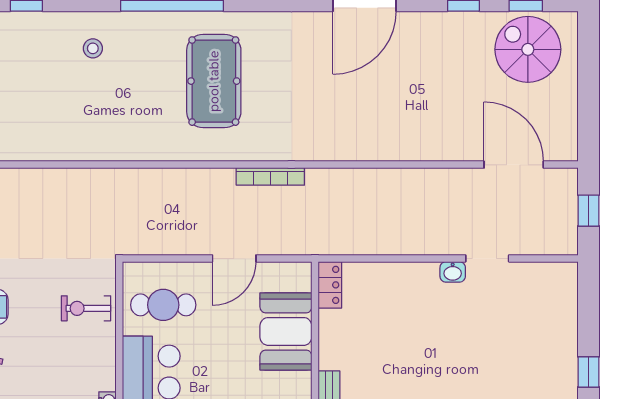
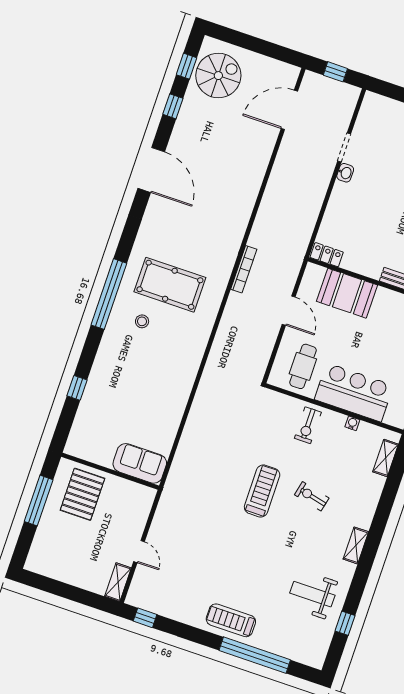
stool: (93, 48) -> (142, 321), moved
spiral stairs: (528, 49) -> (218, 76), turned 180
exercise bike: (86, 308) -> (308, 425), moved

